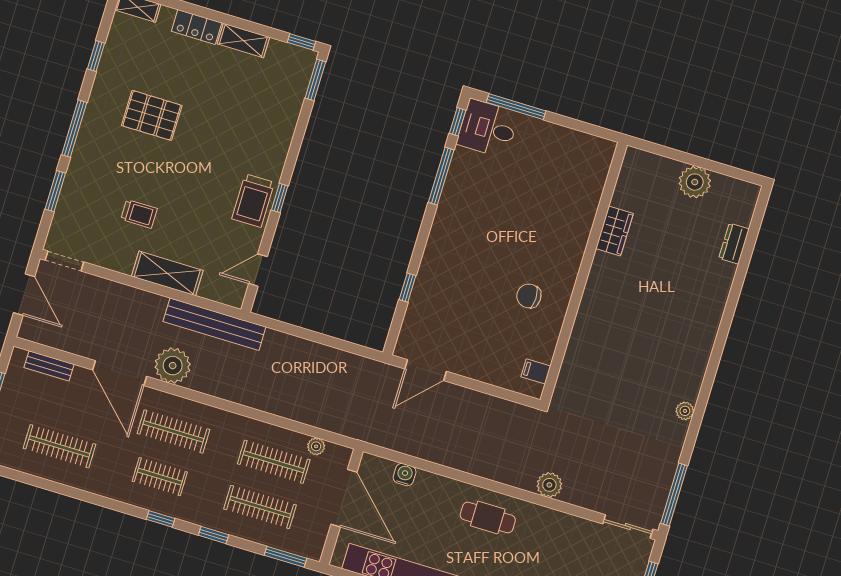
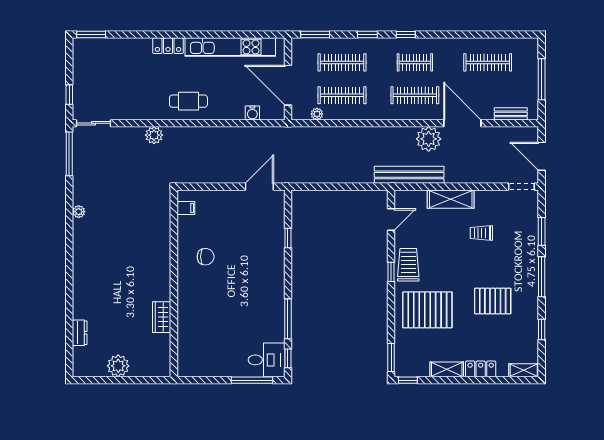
pallet: (245, 130) -> (427, 310), added

